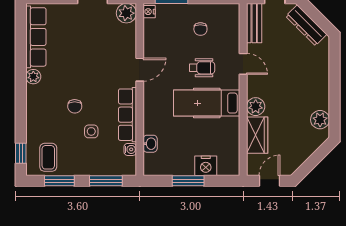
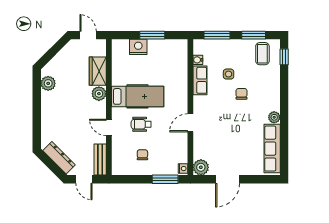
row of seats: (127, 115) -> (200, 80), width x0.68
washbasin: (150, 144) -> (182, 64), removed
door: (269, 181) -> (88, 35), swing flipped

